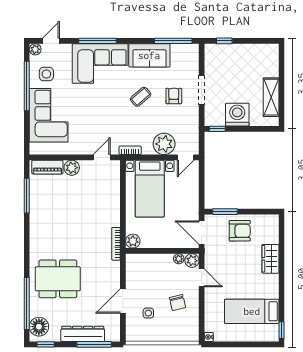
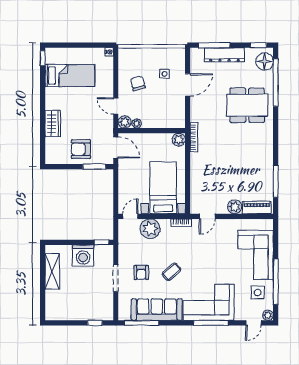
sofa: (149, 55) -> (157, 310), width x1.36

